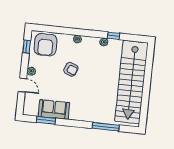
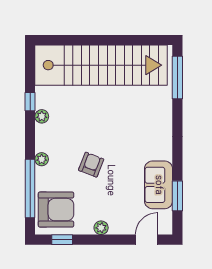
window: (60, 30) -> (30, 188), added
door: (22, 85) -> (147, 240), moved
window: (106, 127) -> (177, 77), moved

